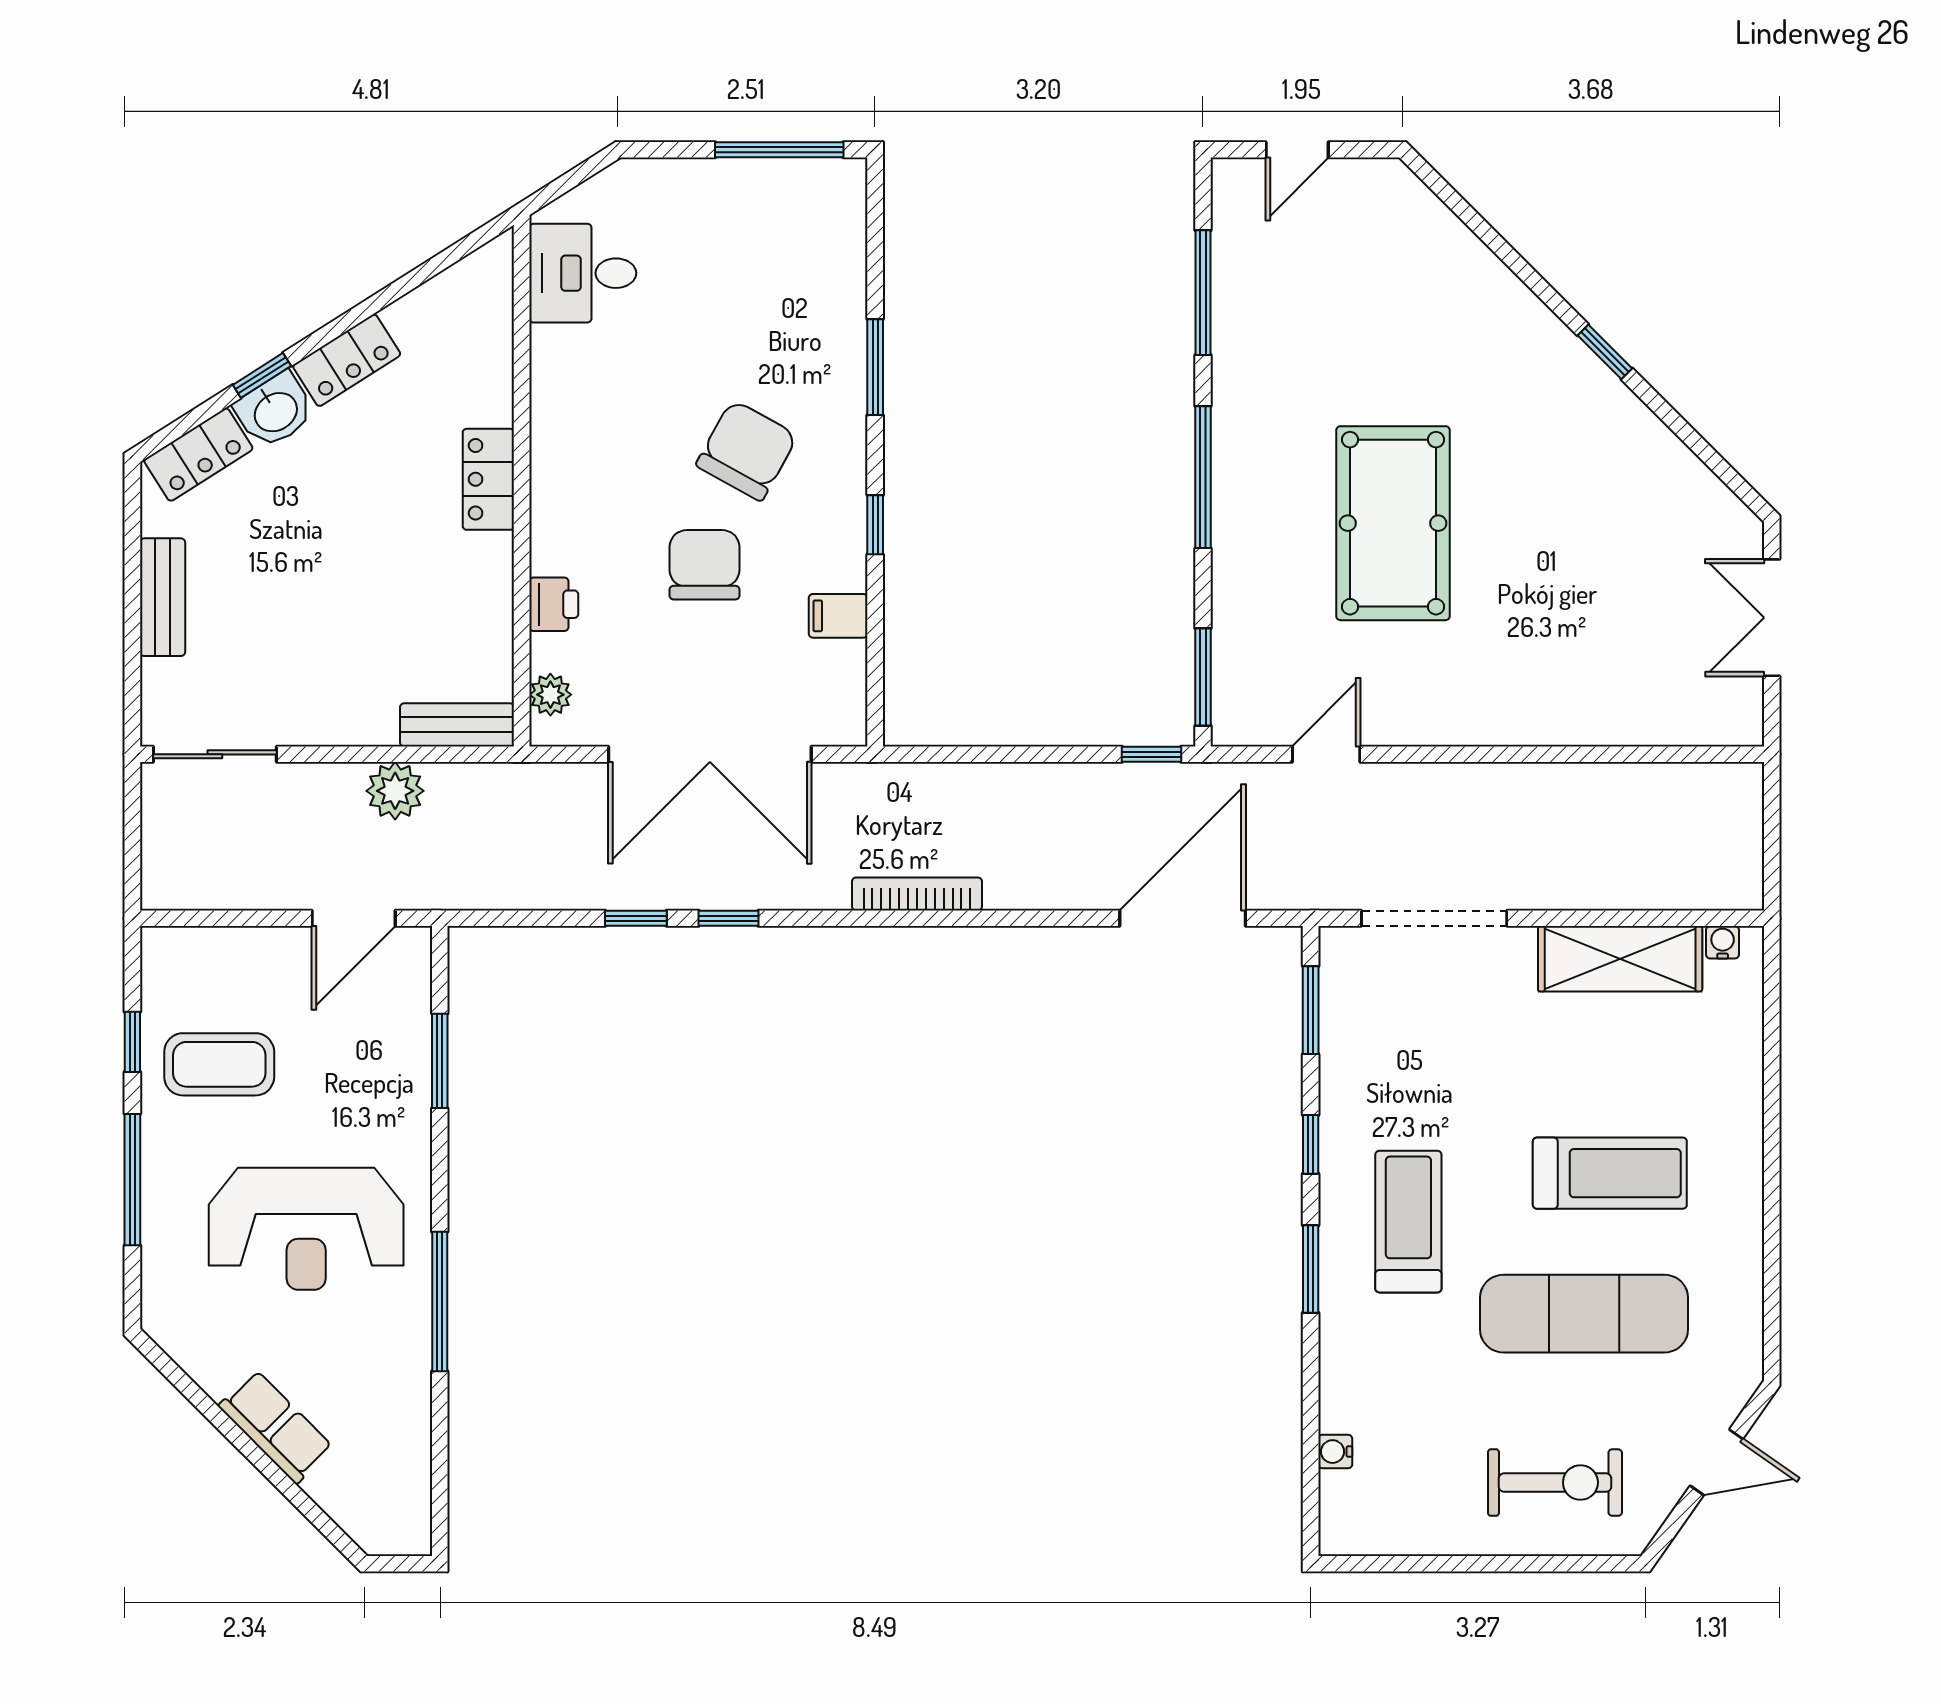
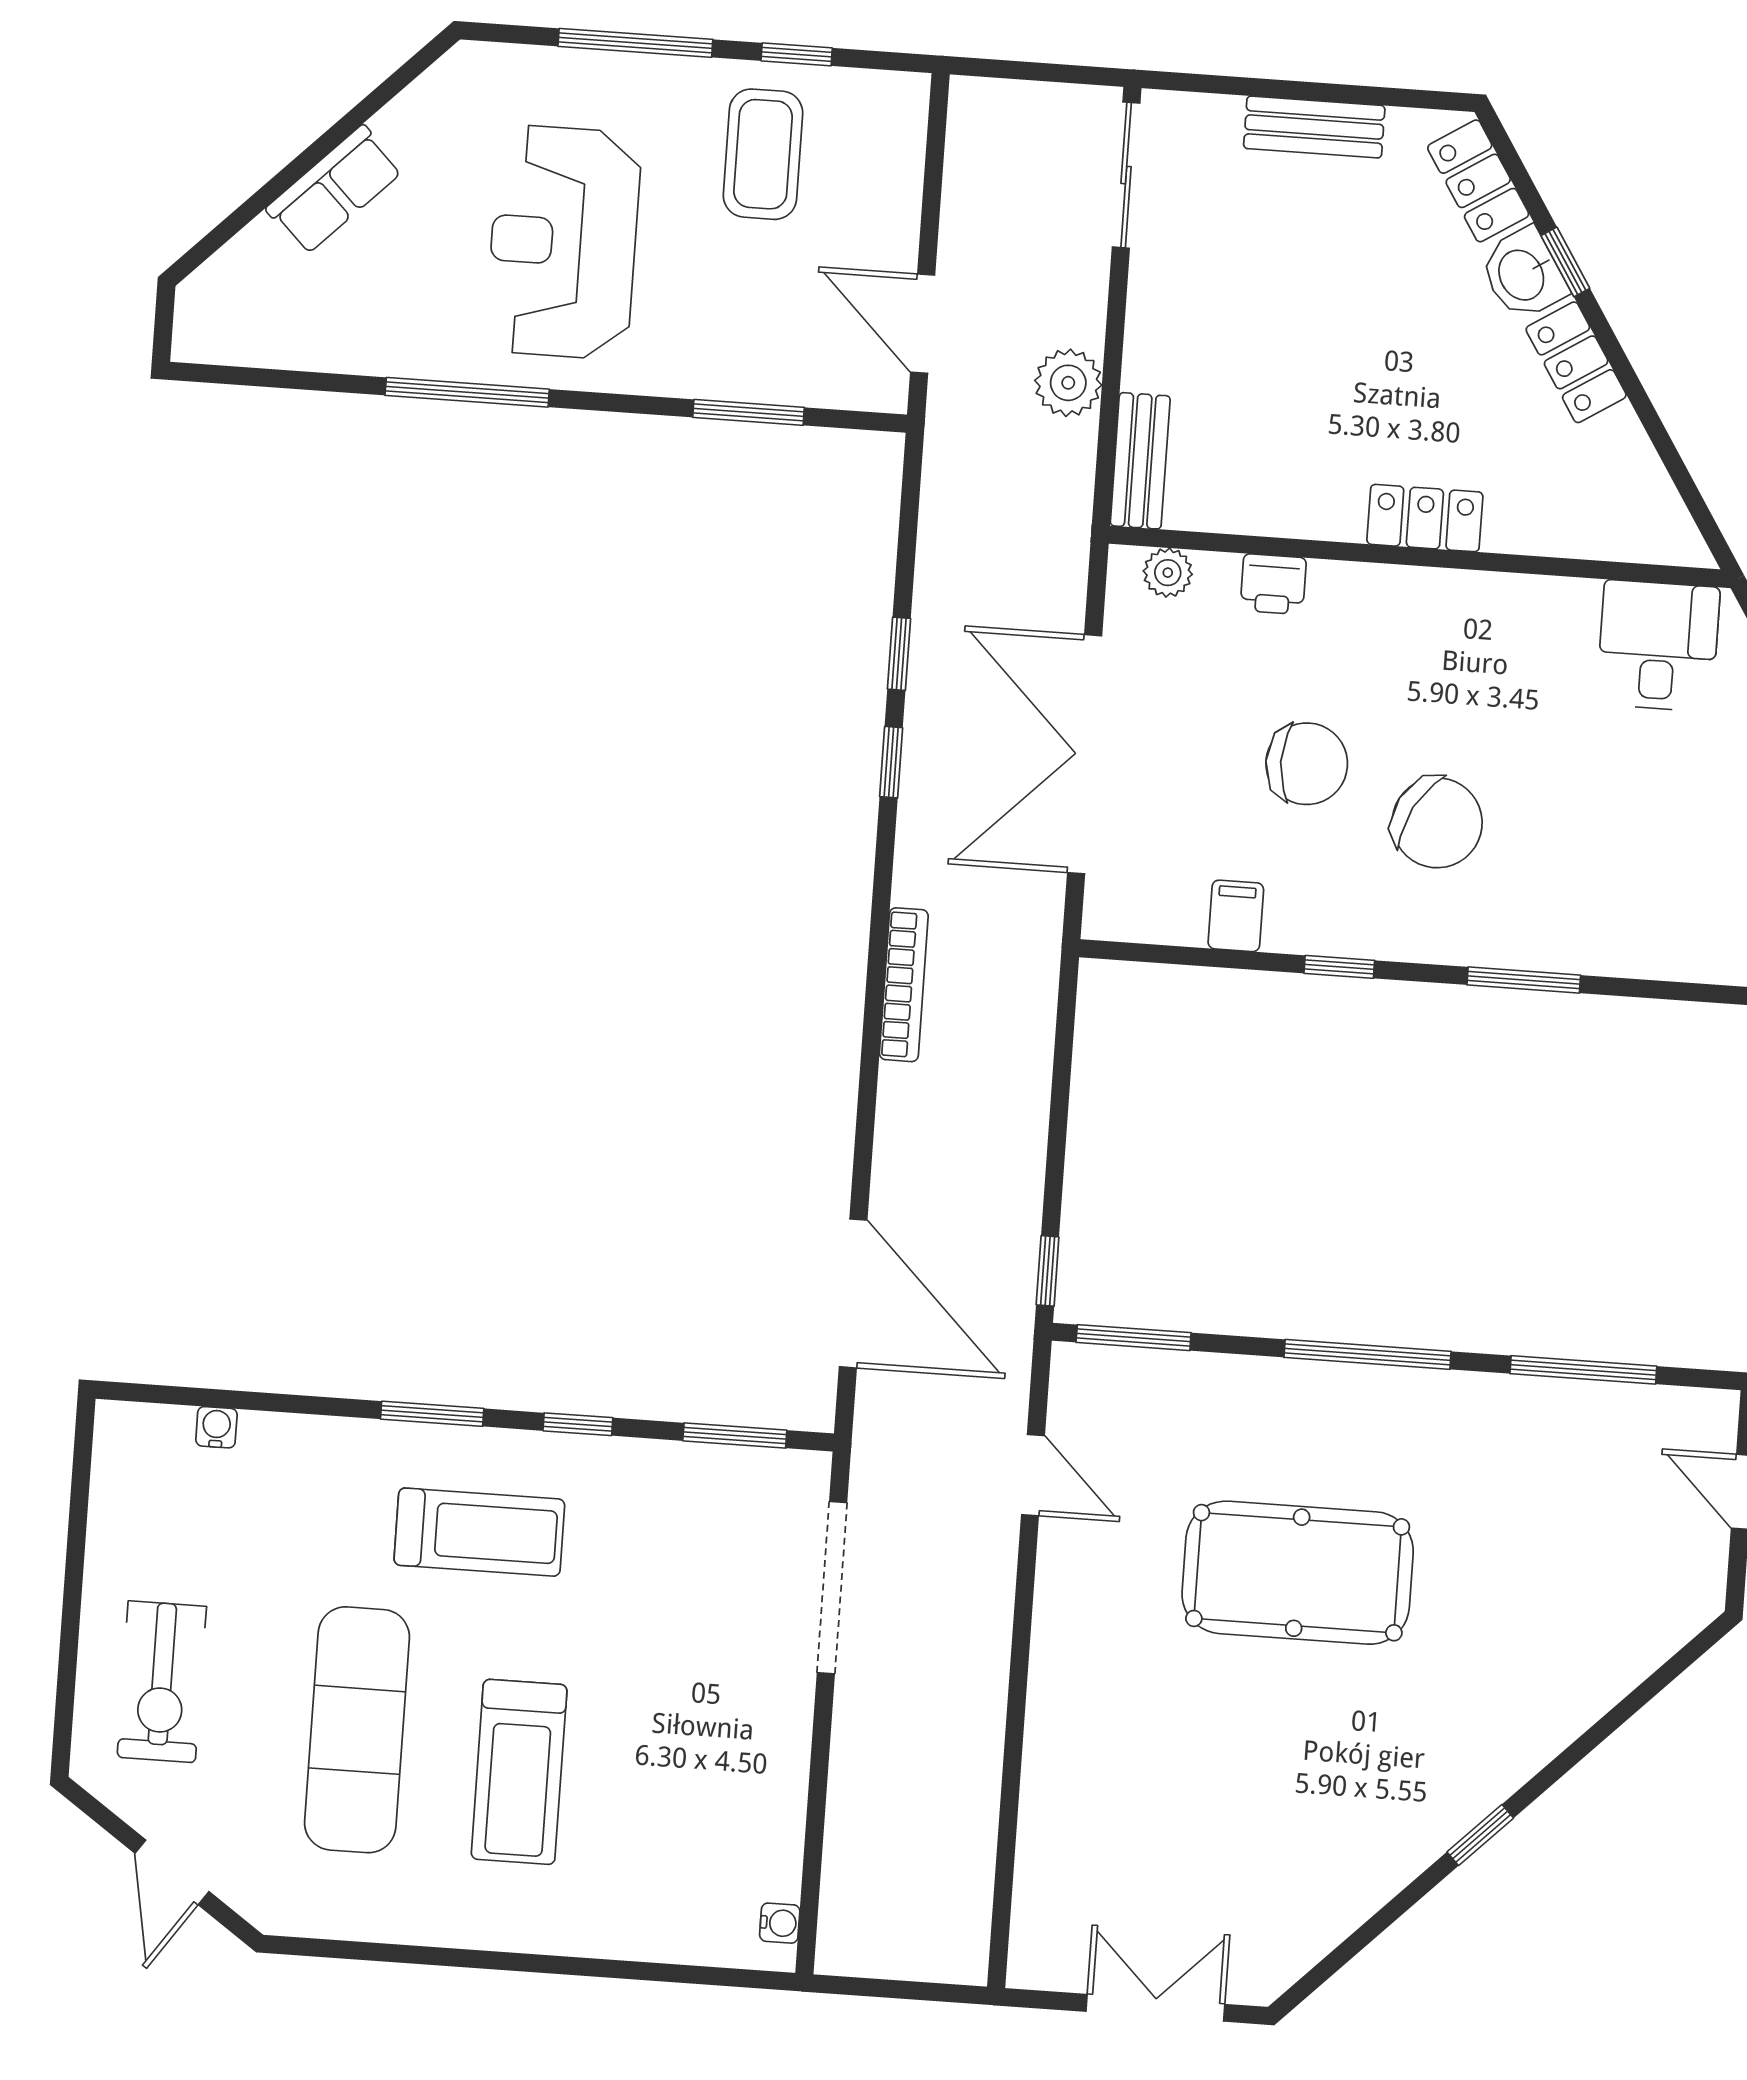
shelving: (1620, 959) -> (769, 1802), removed

